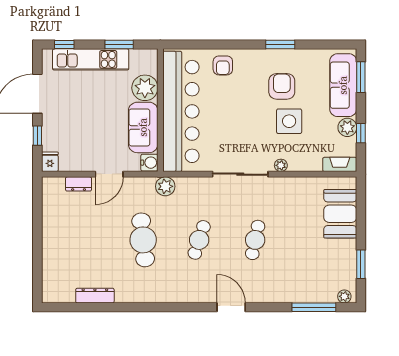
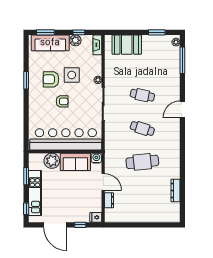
armchair: (223, 65) -> (62, 101), moved
plant: (165, 186) -> (110, 149), removed

